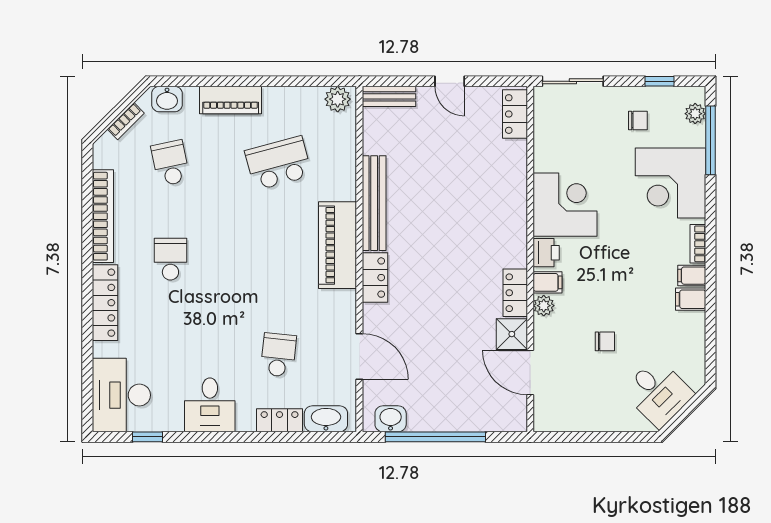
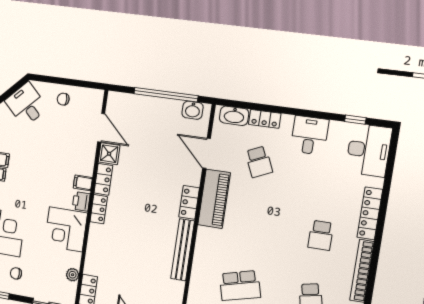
piano: (337, 245) -> (214, 199), moved
locker: (516, 245) -> (99, 209), added
plant: (544, 306) -> (73, 275), moved
chair: (605, 341) -> (63, 99), moved
school desk: (278, 355) -> (259, 162), turned -30

